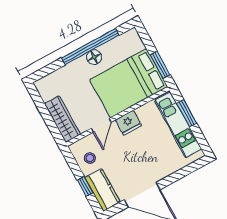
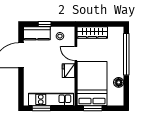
window: (90, 46) -> (126, 54), moved
floor lamp: (94, 57) -> (119, 82), moved
window: (187, 113) -> (41, 108), moved

